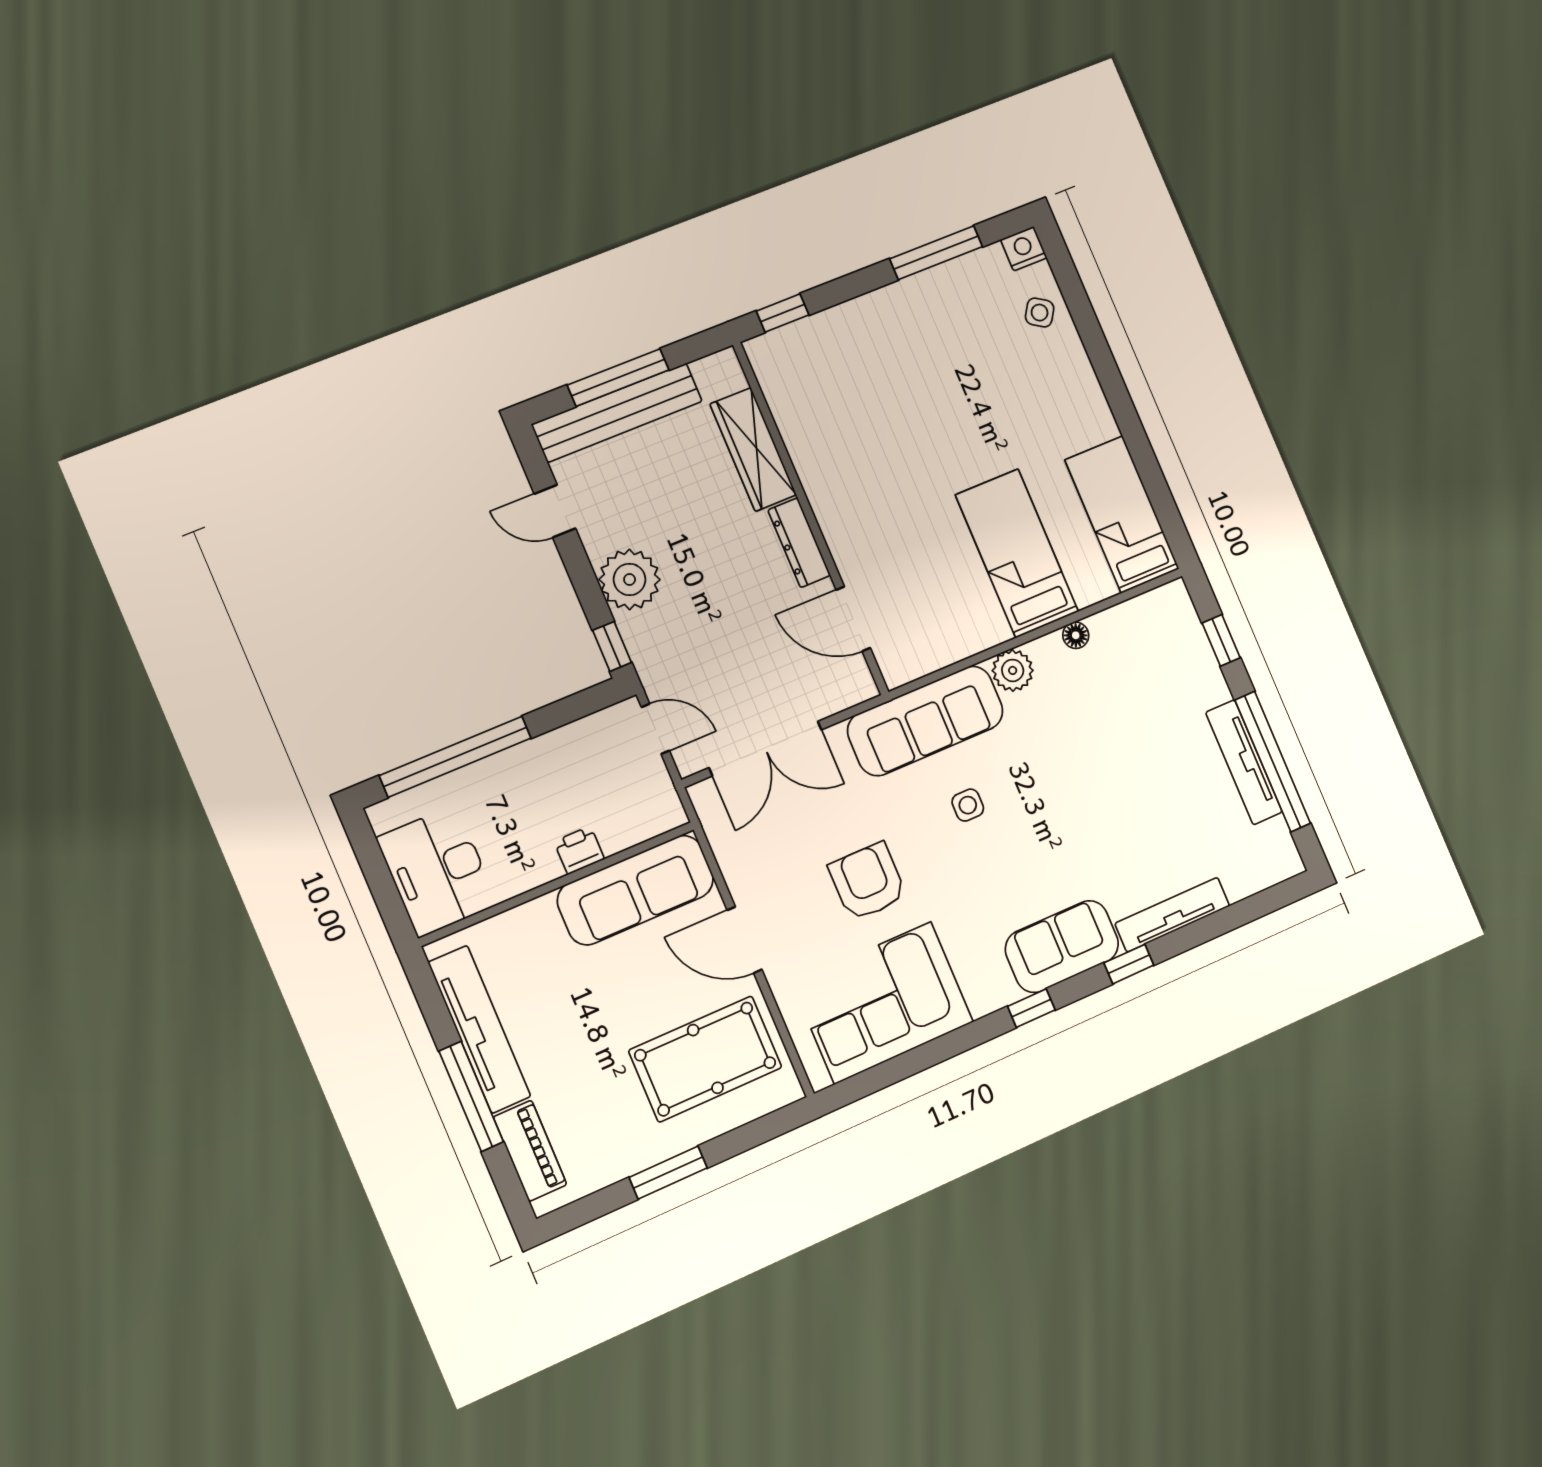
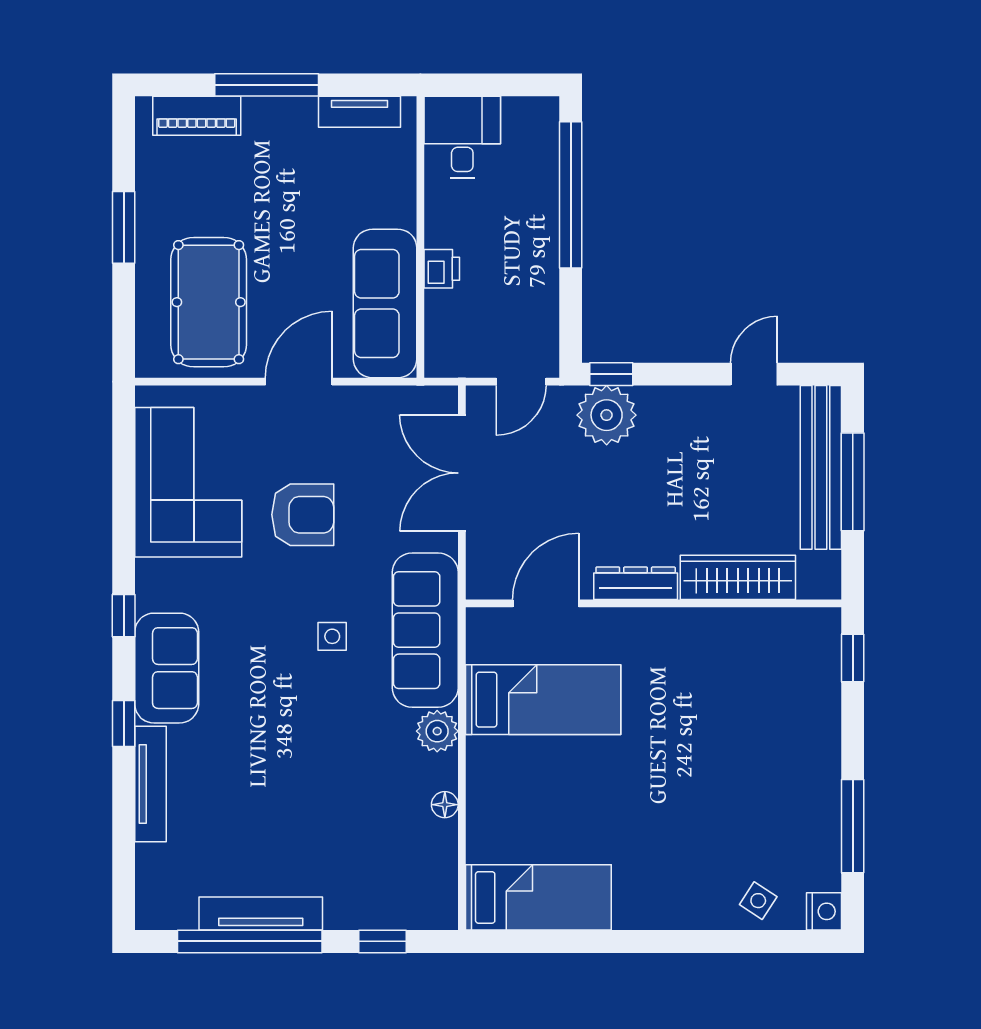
bed: (1017, 553) -> (543, 700), moved
plant: (630, 579) -> (607, 415), moved
desk: (437, 871) -> (462, 137), width x0.73
tv unit: (479, 1029) -> (360, 112), width x0.52, depth x0.78

